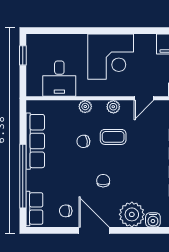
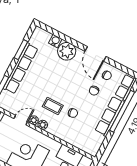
plant: (85, 107) -> (34, 120), moved
row of seats: (35, 141) -> (110, 116), moved
chair: (103, 181) -> (94, 91), moved

